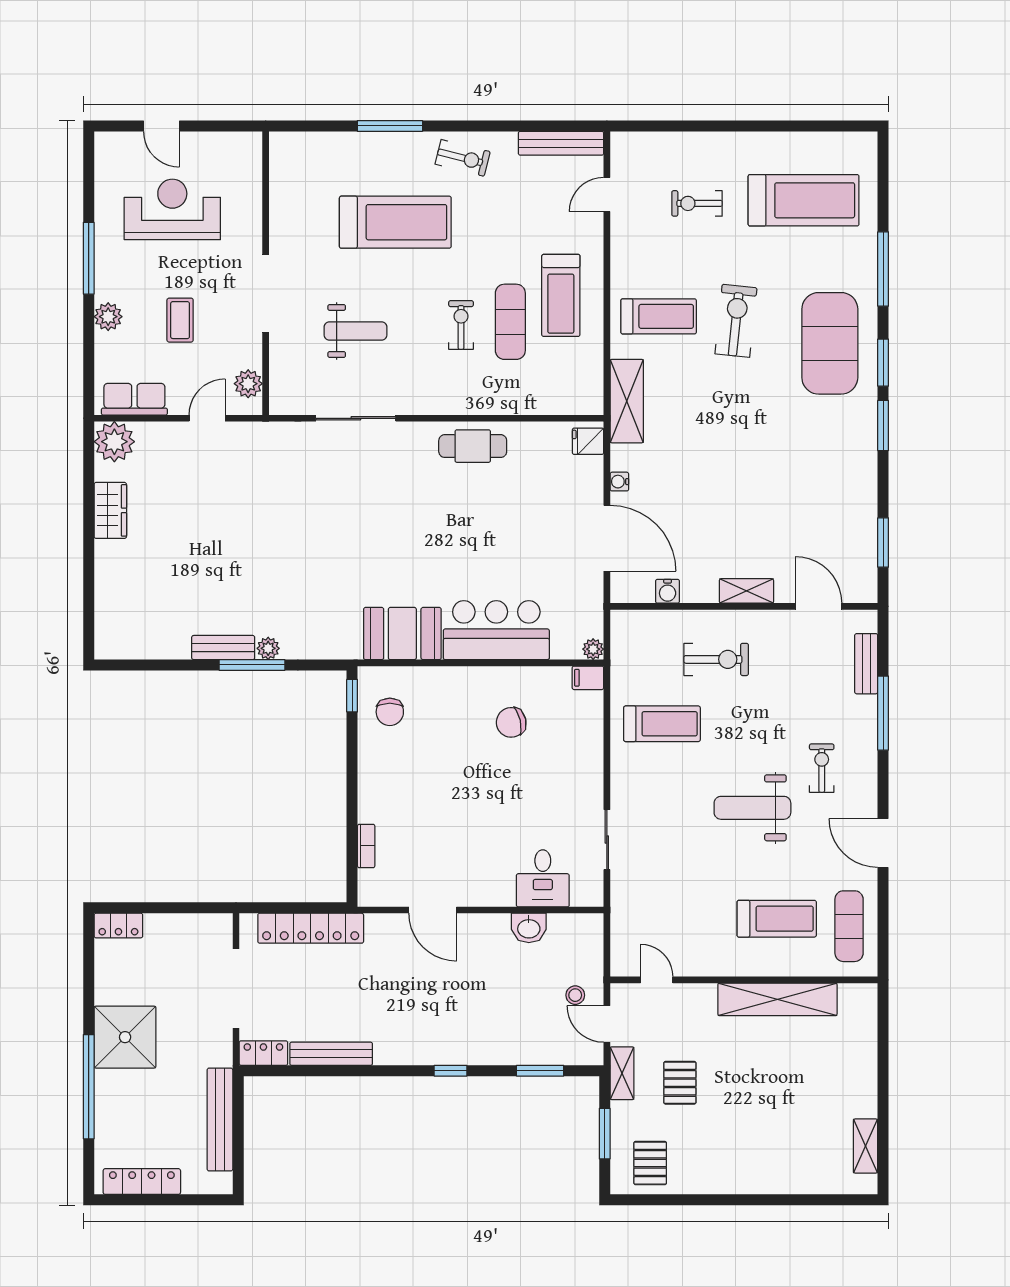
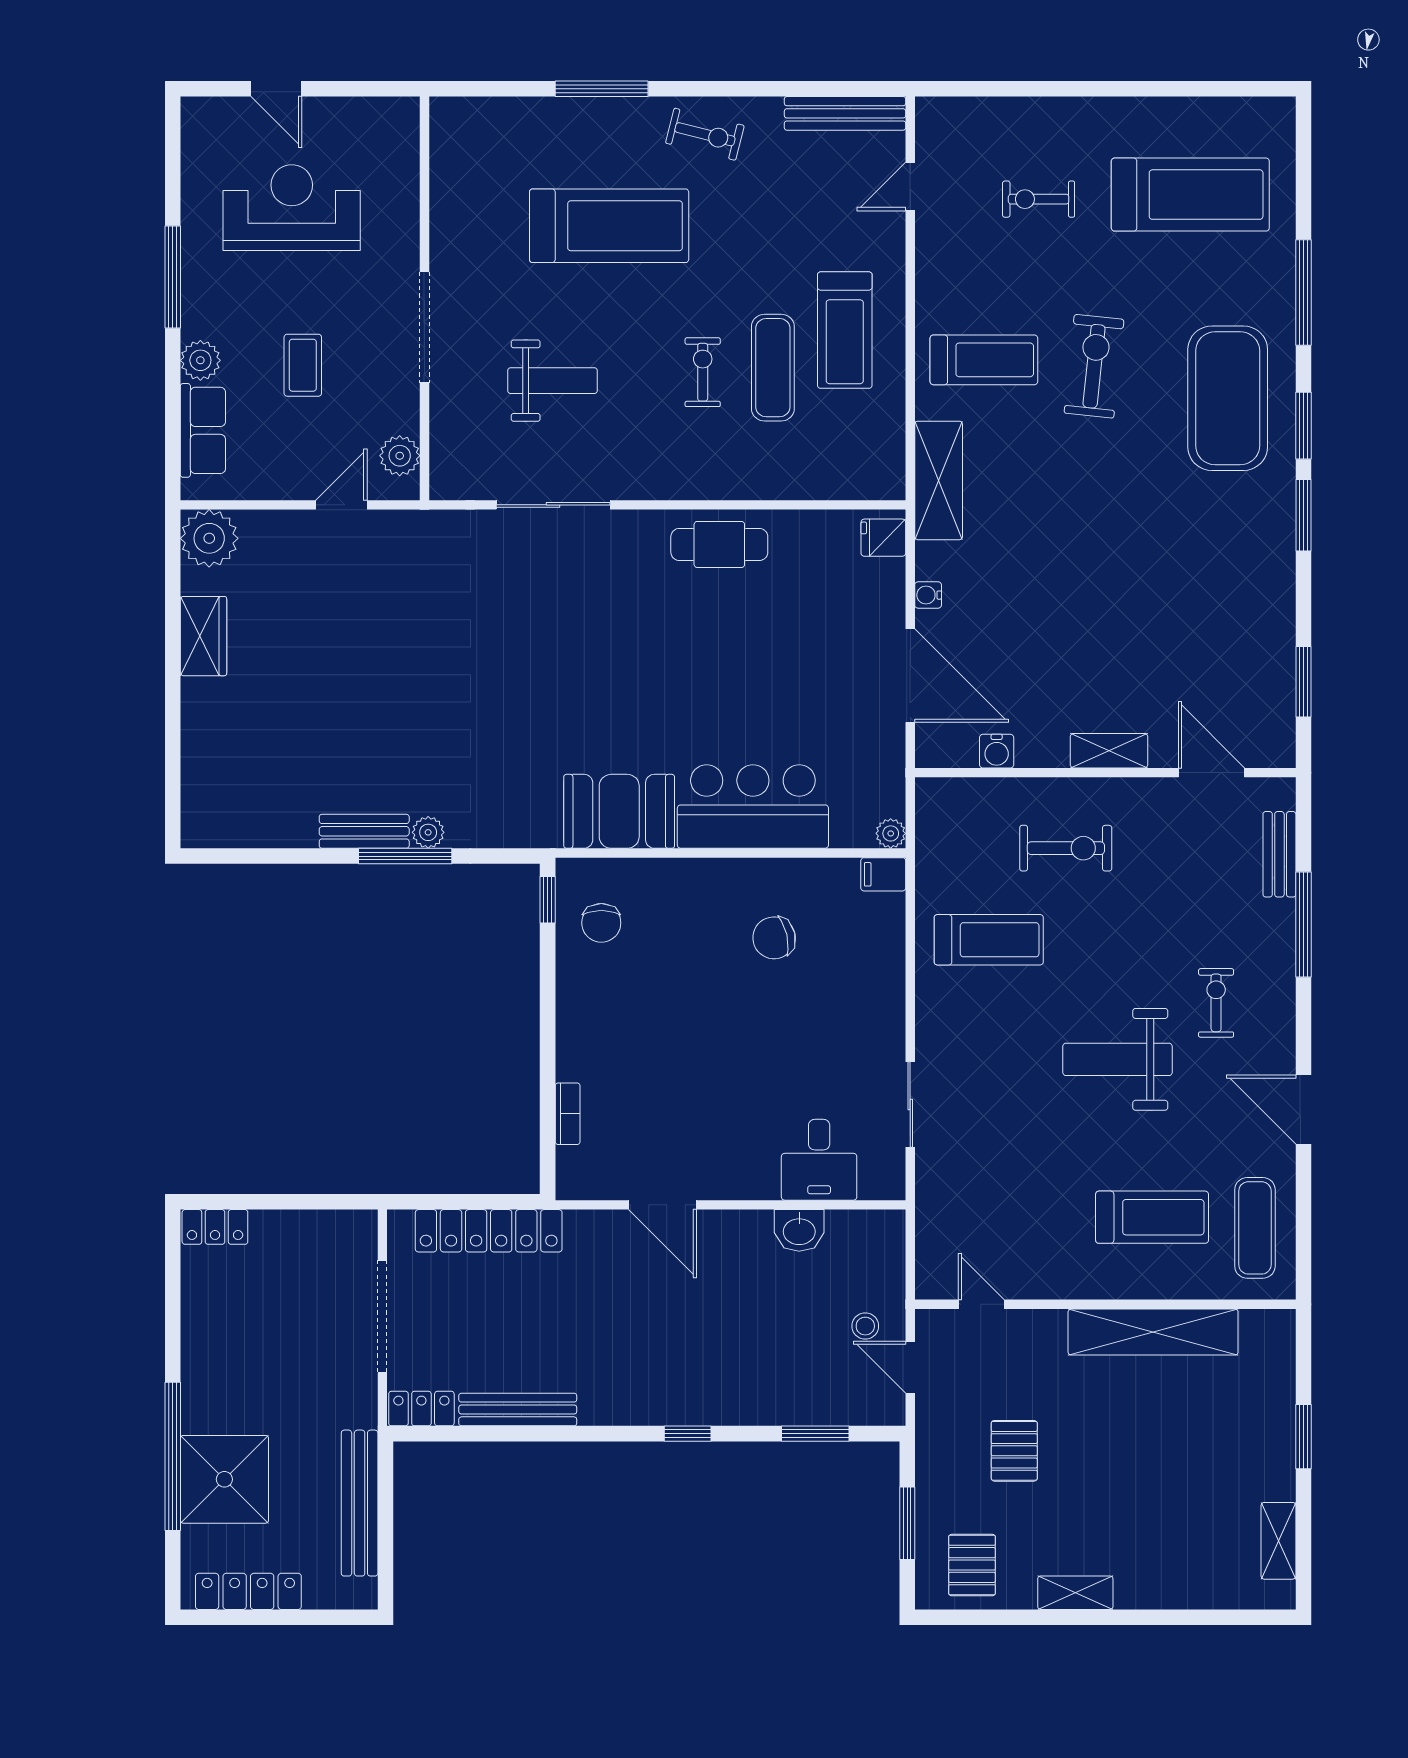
row of seats: (134, 399) -> (203, 430), moved, turned 90
shower: (125, 1037) -> (224, 1479), moved
shelving: (622, 1073) -> (1075, 1593), moved, turned 90
window: (883, 1073) -> (1303, 1437), added

